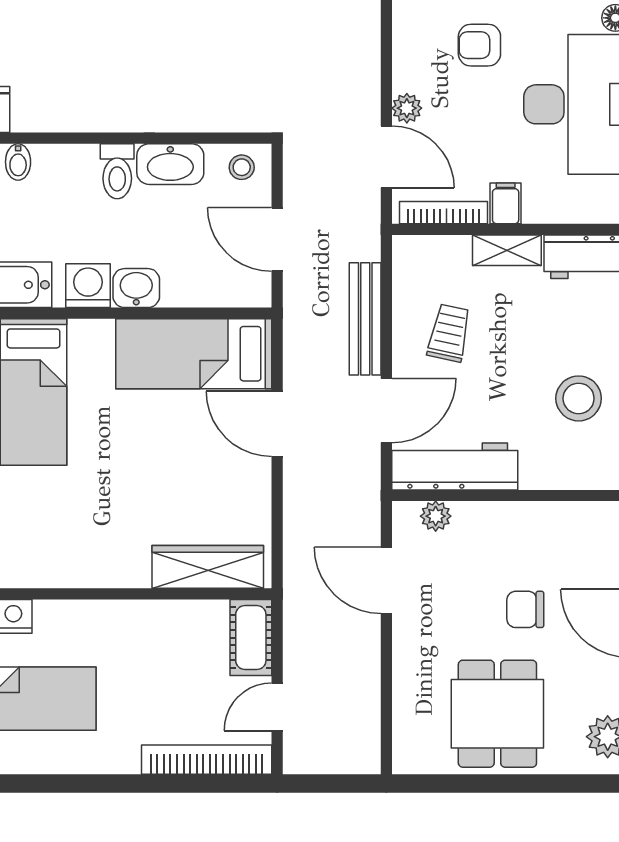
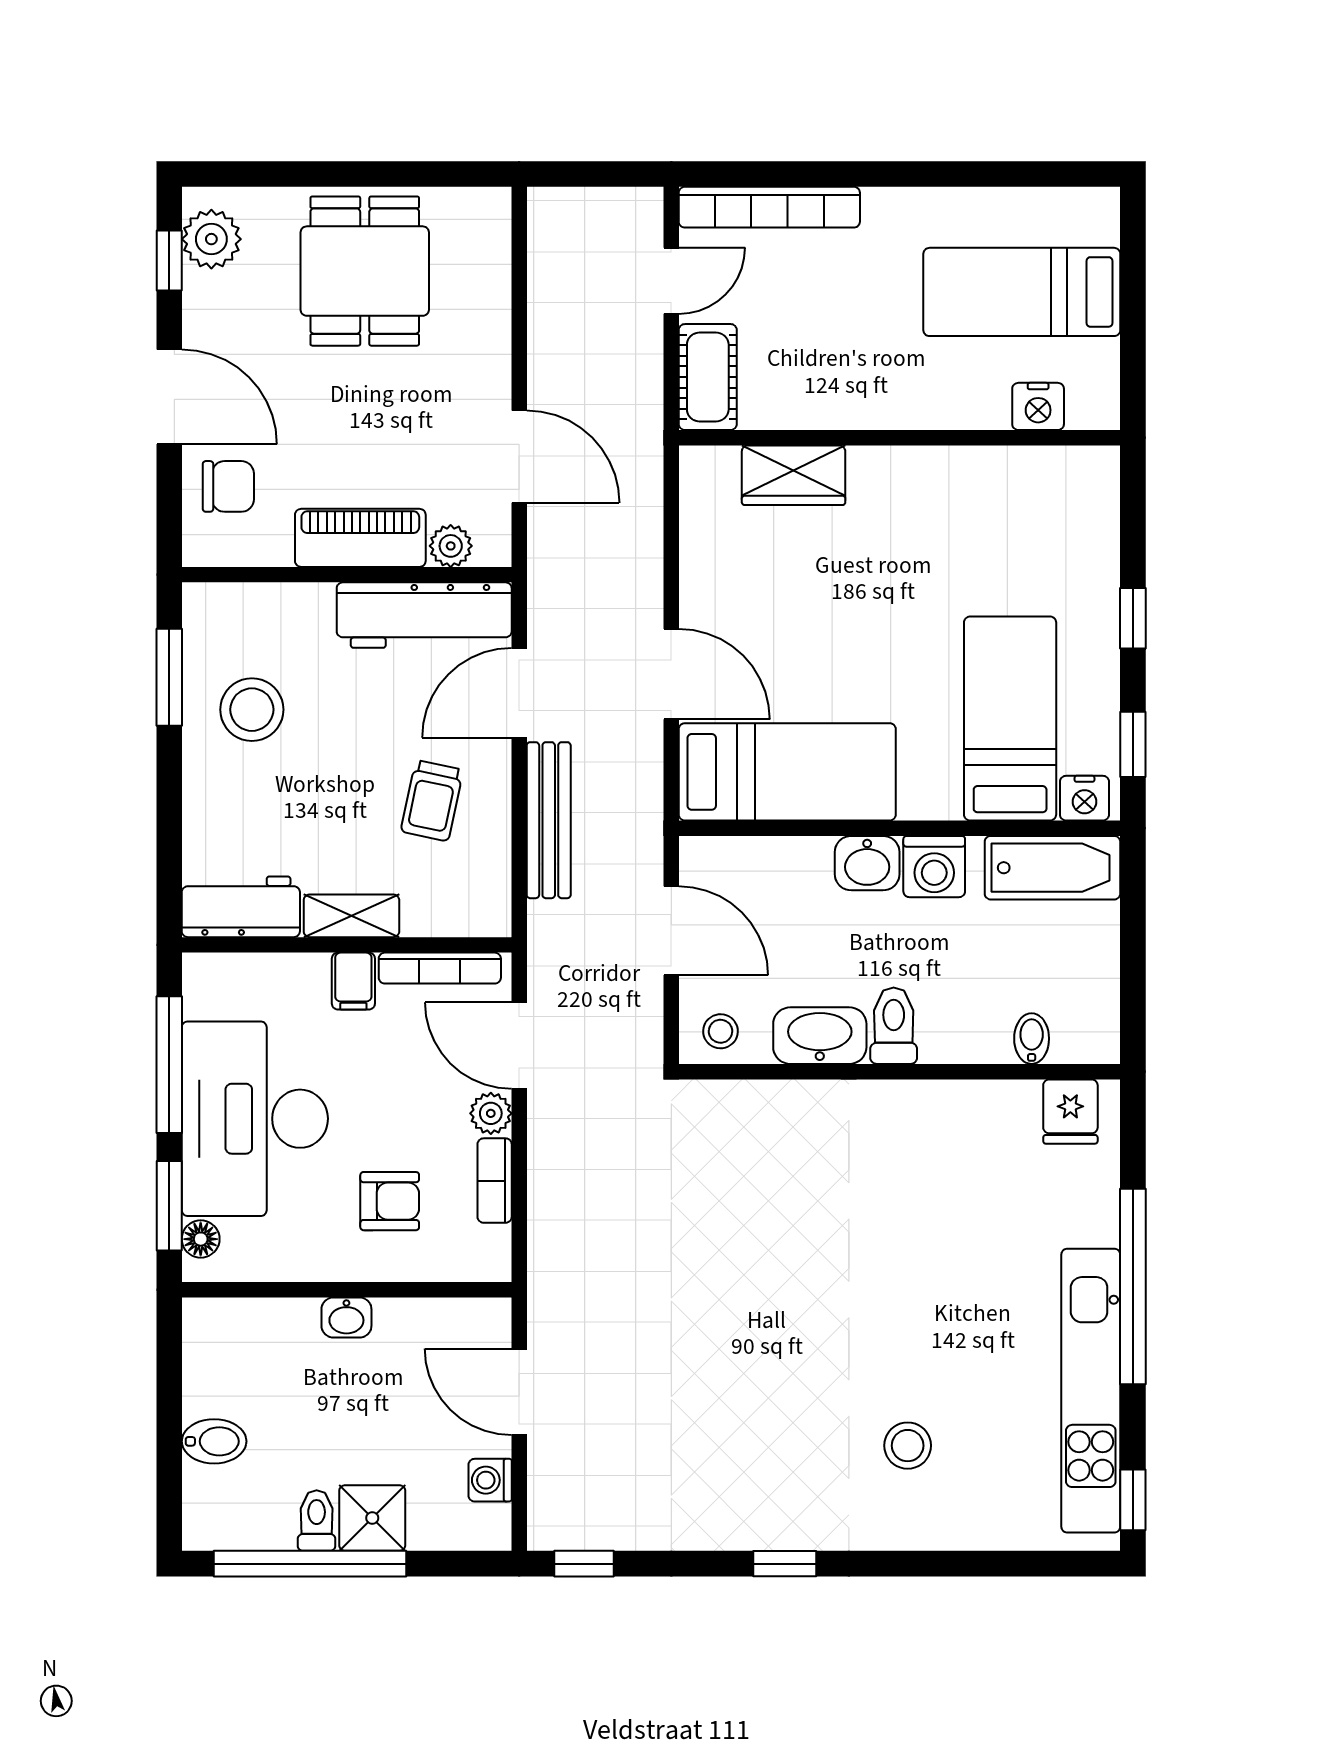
bookcase: (404, 60) -> (495, 1181), added
piano: (501, 522) -> (360, 538), added
wardrobe: (208, 567) -> (794, 475), width x0.67
chair: (525, 609) -> (228, 486), moved

